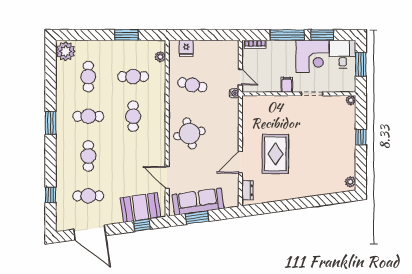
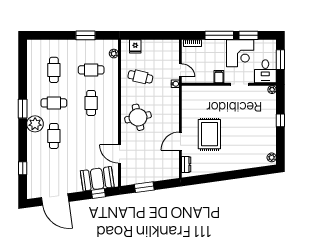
plant: (66, 51) -> (35, 124), moved
desk: (343, 54) -> (265, 71), moved, turned 180
cafe table: (88, 196) -> (54, 169), removed
sofa: (198, 202) -> (145, 174), removed

